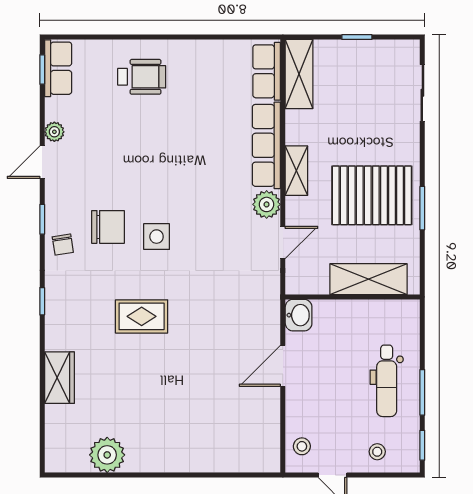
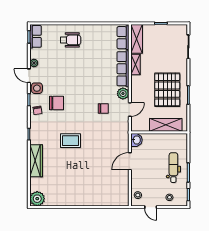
door: (42, 162) -> (29, 76), hinge flipped
shelving: (296, 171) -> (136, 65), moved
pallet: (372, 195) -> (167, 90), turned 90
side table: (157, 237) -> (37, 88), moved
chair: (220, 240) -> (103, 108), added
wardrobe: (59, 378) -> (36, 161), width x1.50
dental chair: (387, 381) -> (173, 168), turned 180
plant: (107, 455) -> (37, 199), moved

